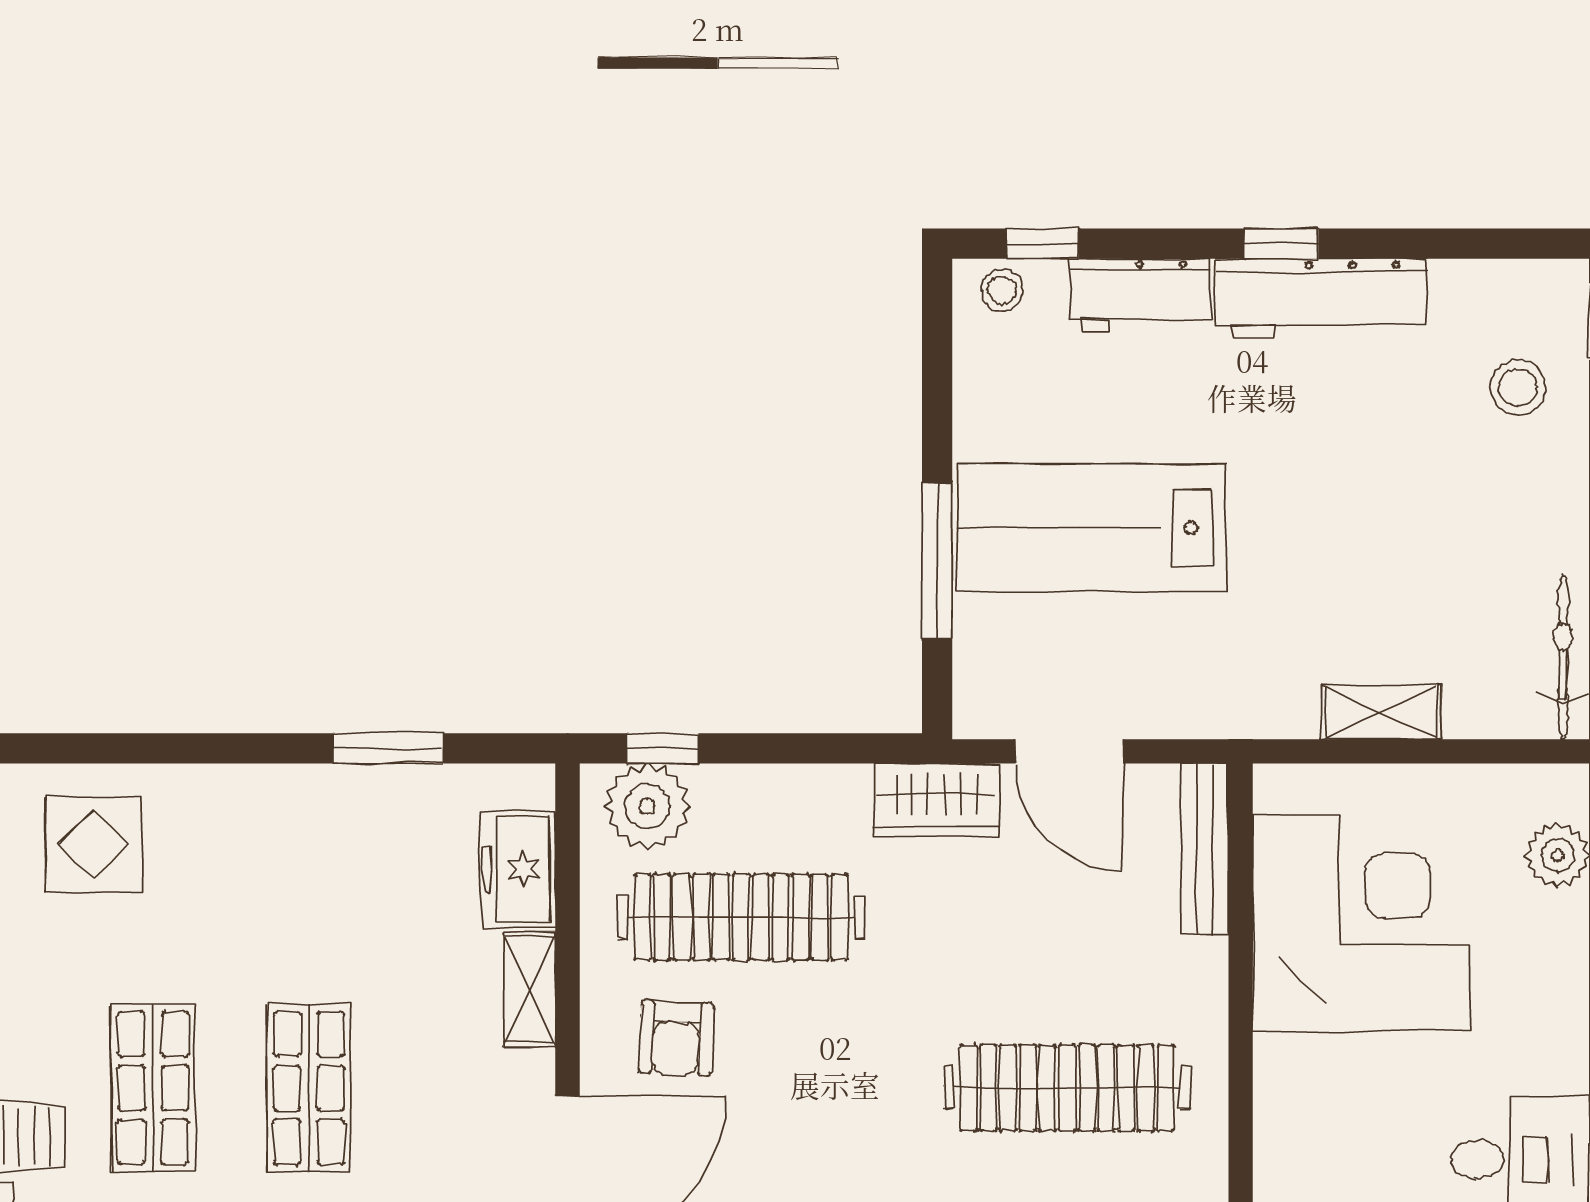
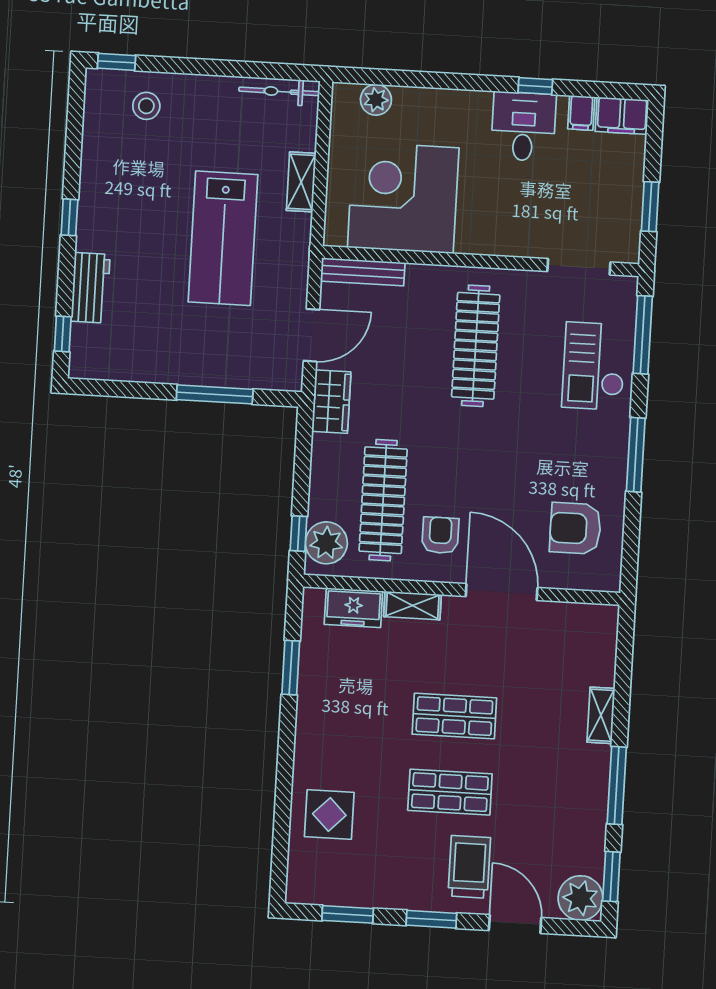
stool: (1002, 290) -> (84, 355), removed
workbench: (1321, 298) -> (97, 200), removed
lab bench: (1092, 528) -> (223, 238), moved
armchair: (676, 1038) -> (440, 535), turned -93

